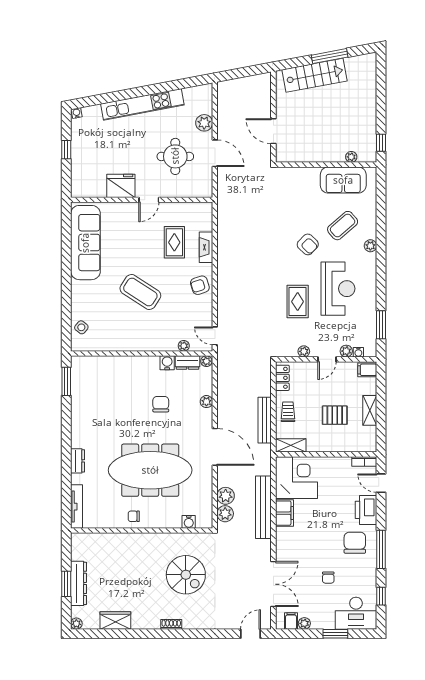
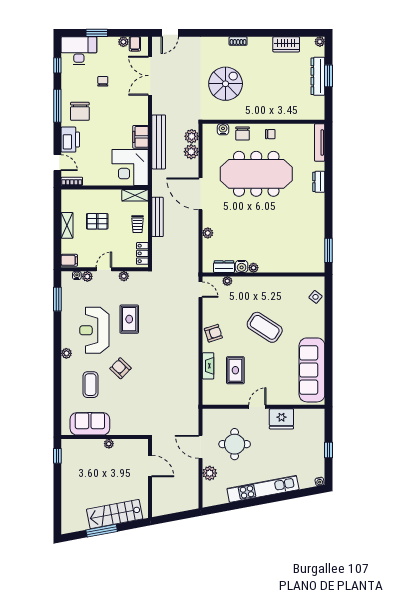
plant: (351, 157) -> (109, 444), moved
coffee table: (343, 226) -> (90, 385), turned -49
plant: (370, 246) -> (66, 353), moved
plant: (206, 361) -> (253, 268), moved
chair: (161, 404) -> (243, 134), moved
spiral stairs: (186, 575) -> (226, 84), turned 90

